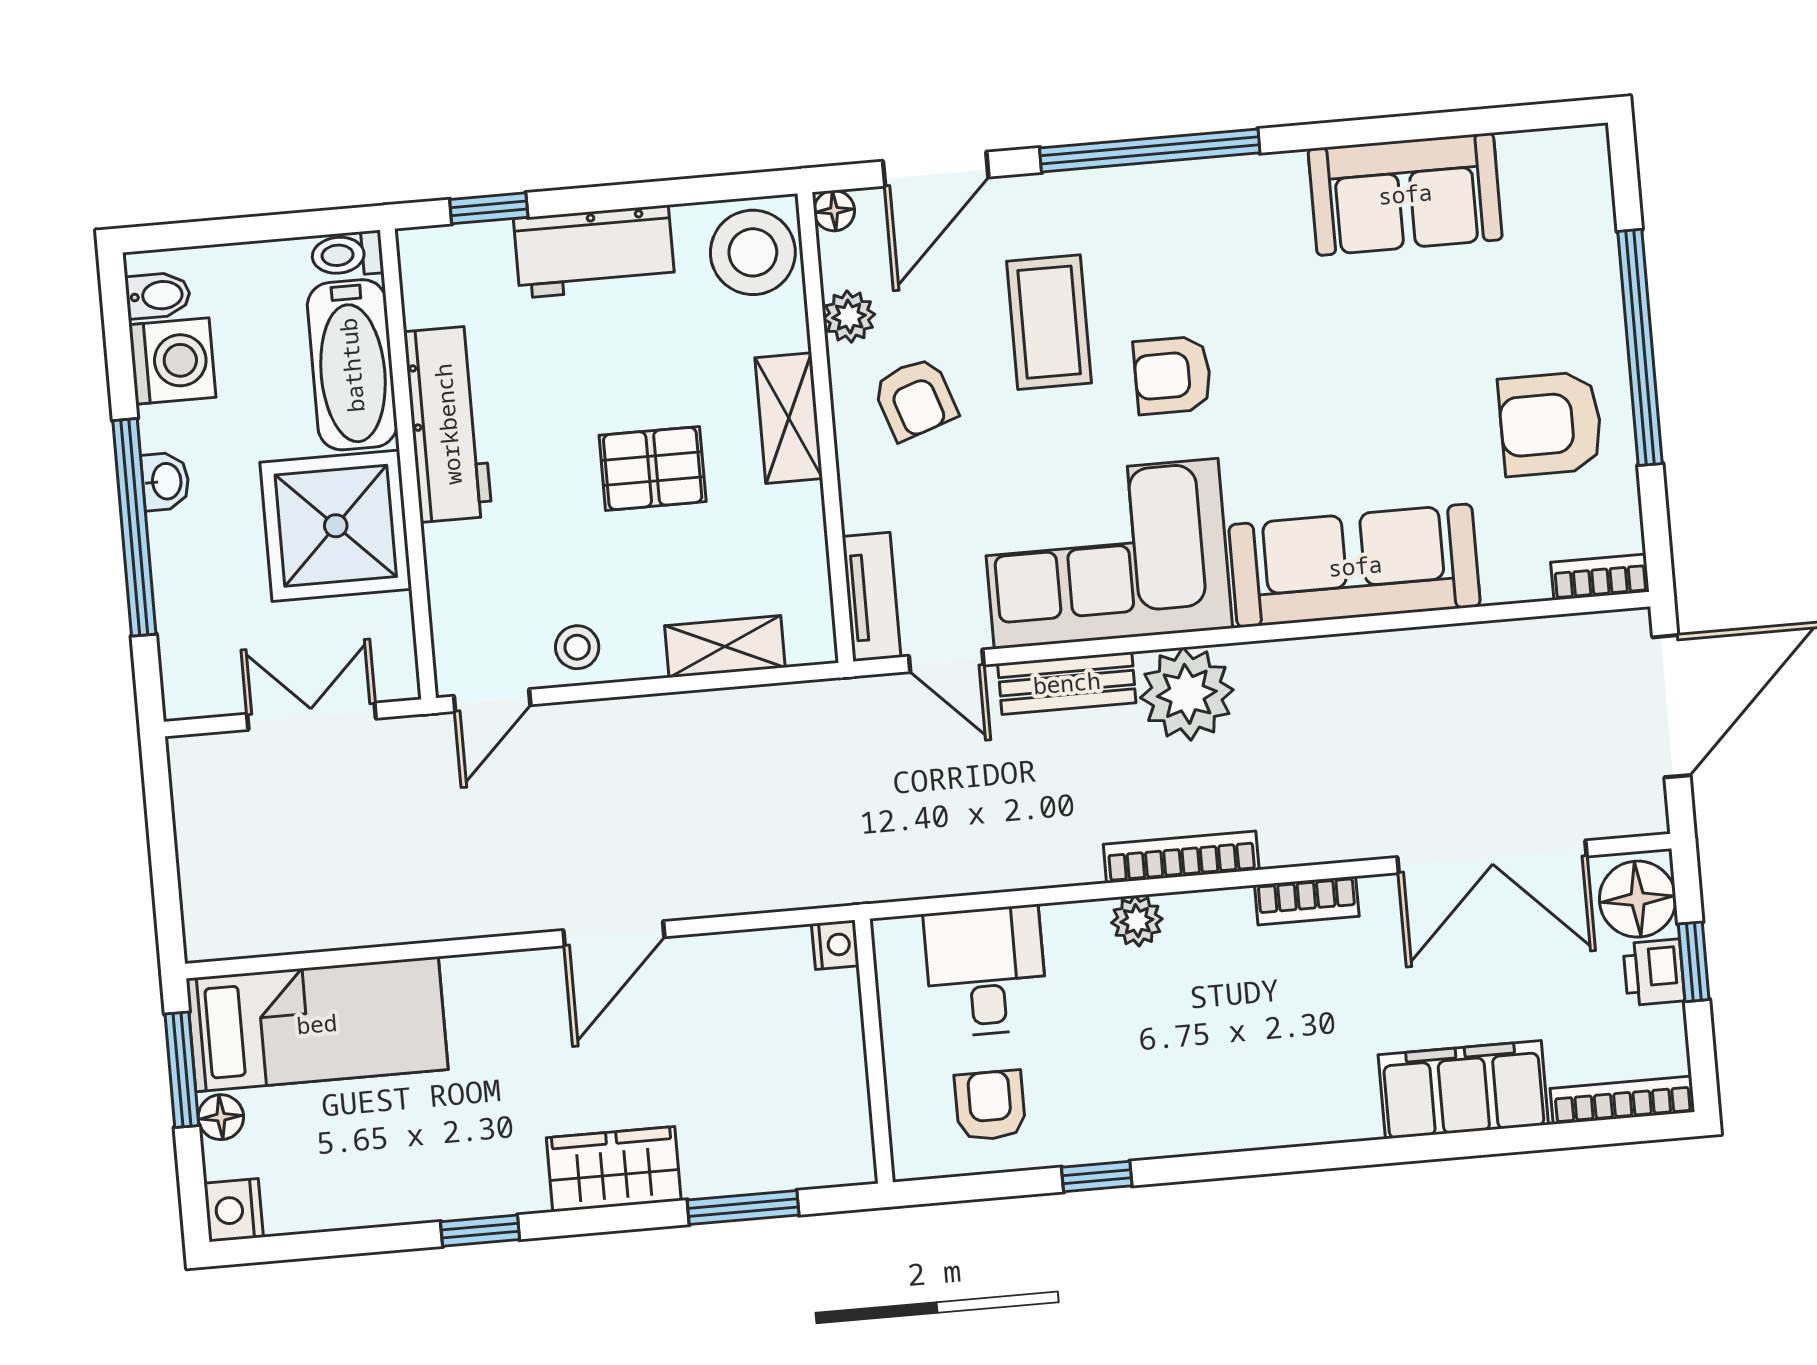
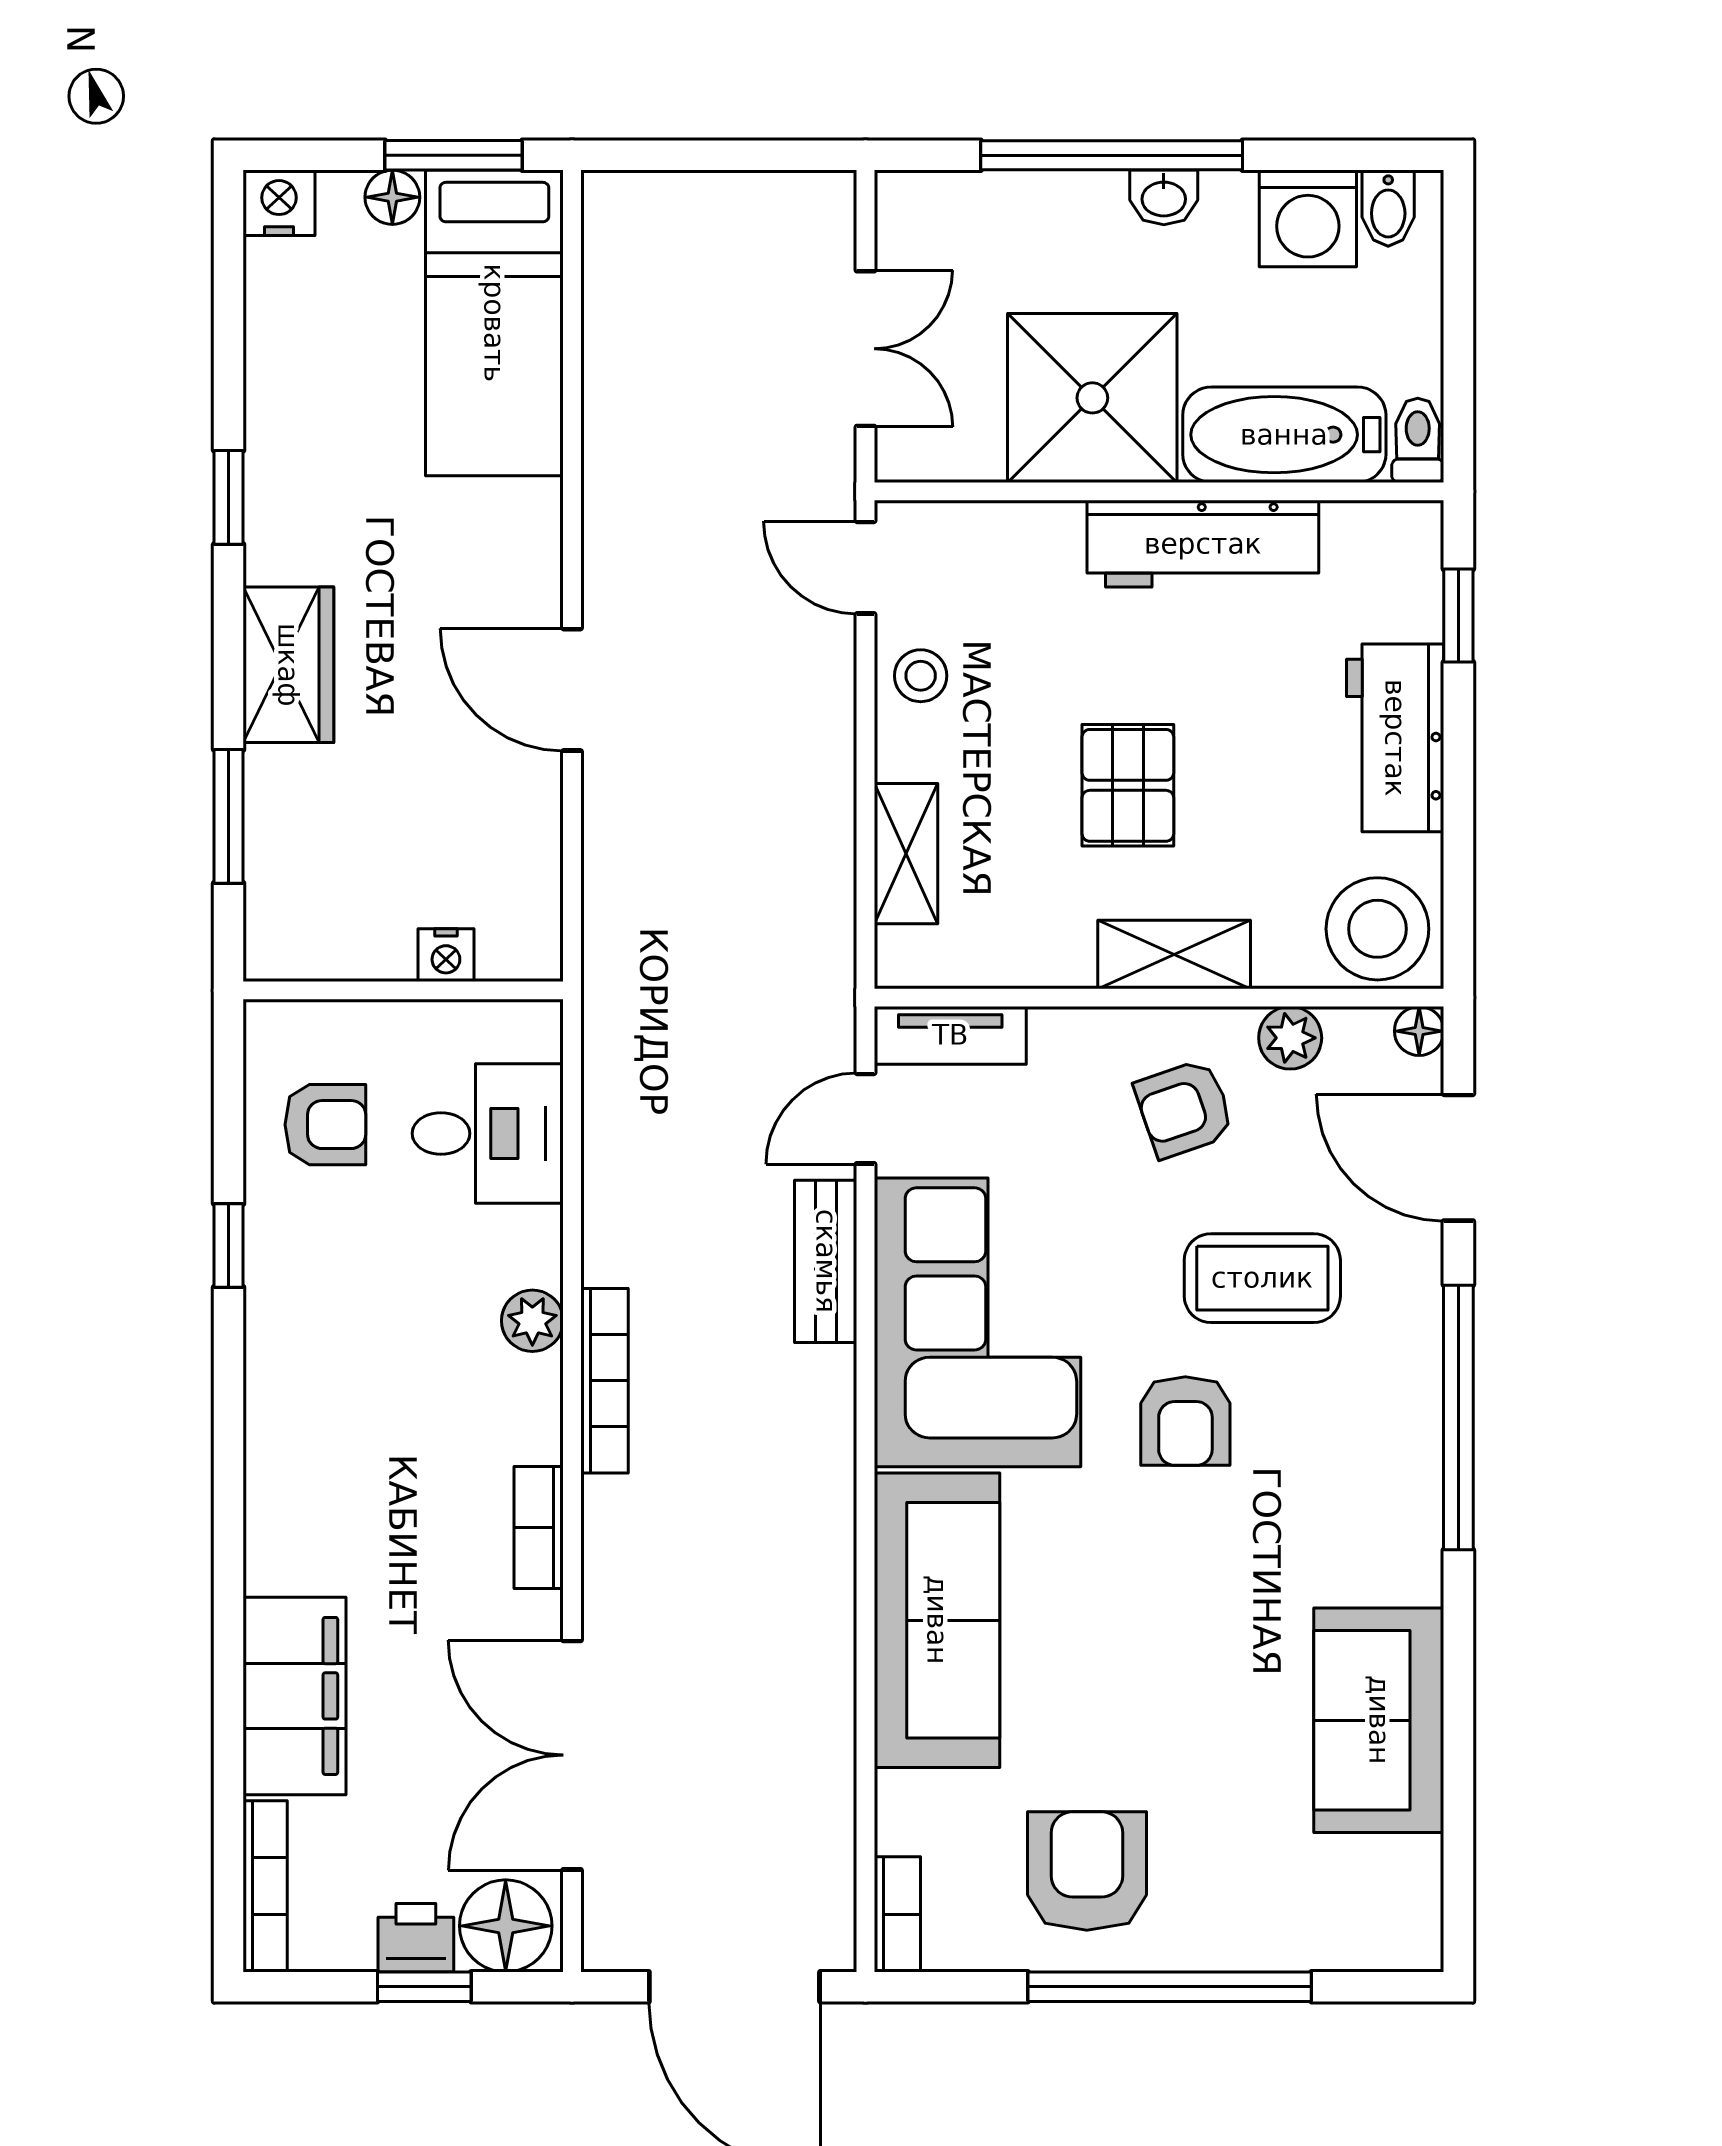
armchair: (1172, 375) -> (1185, 1421), turned 180
plant: (1187, 694) -> (800, 1405), removed
nightstand: (835, 945) -> (446, 955), moved

